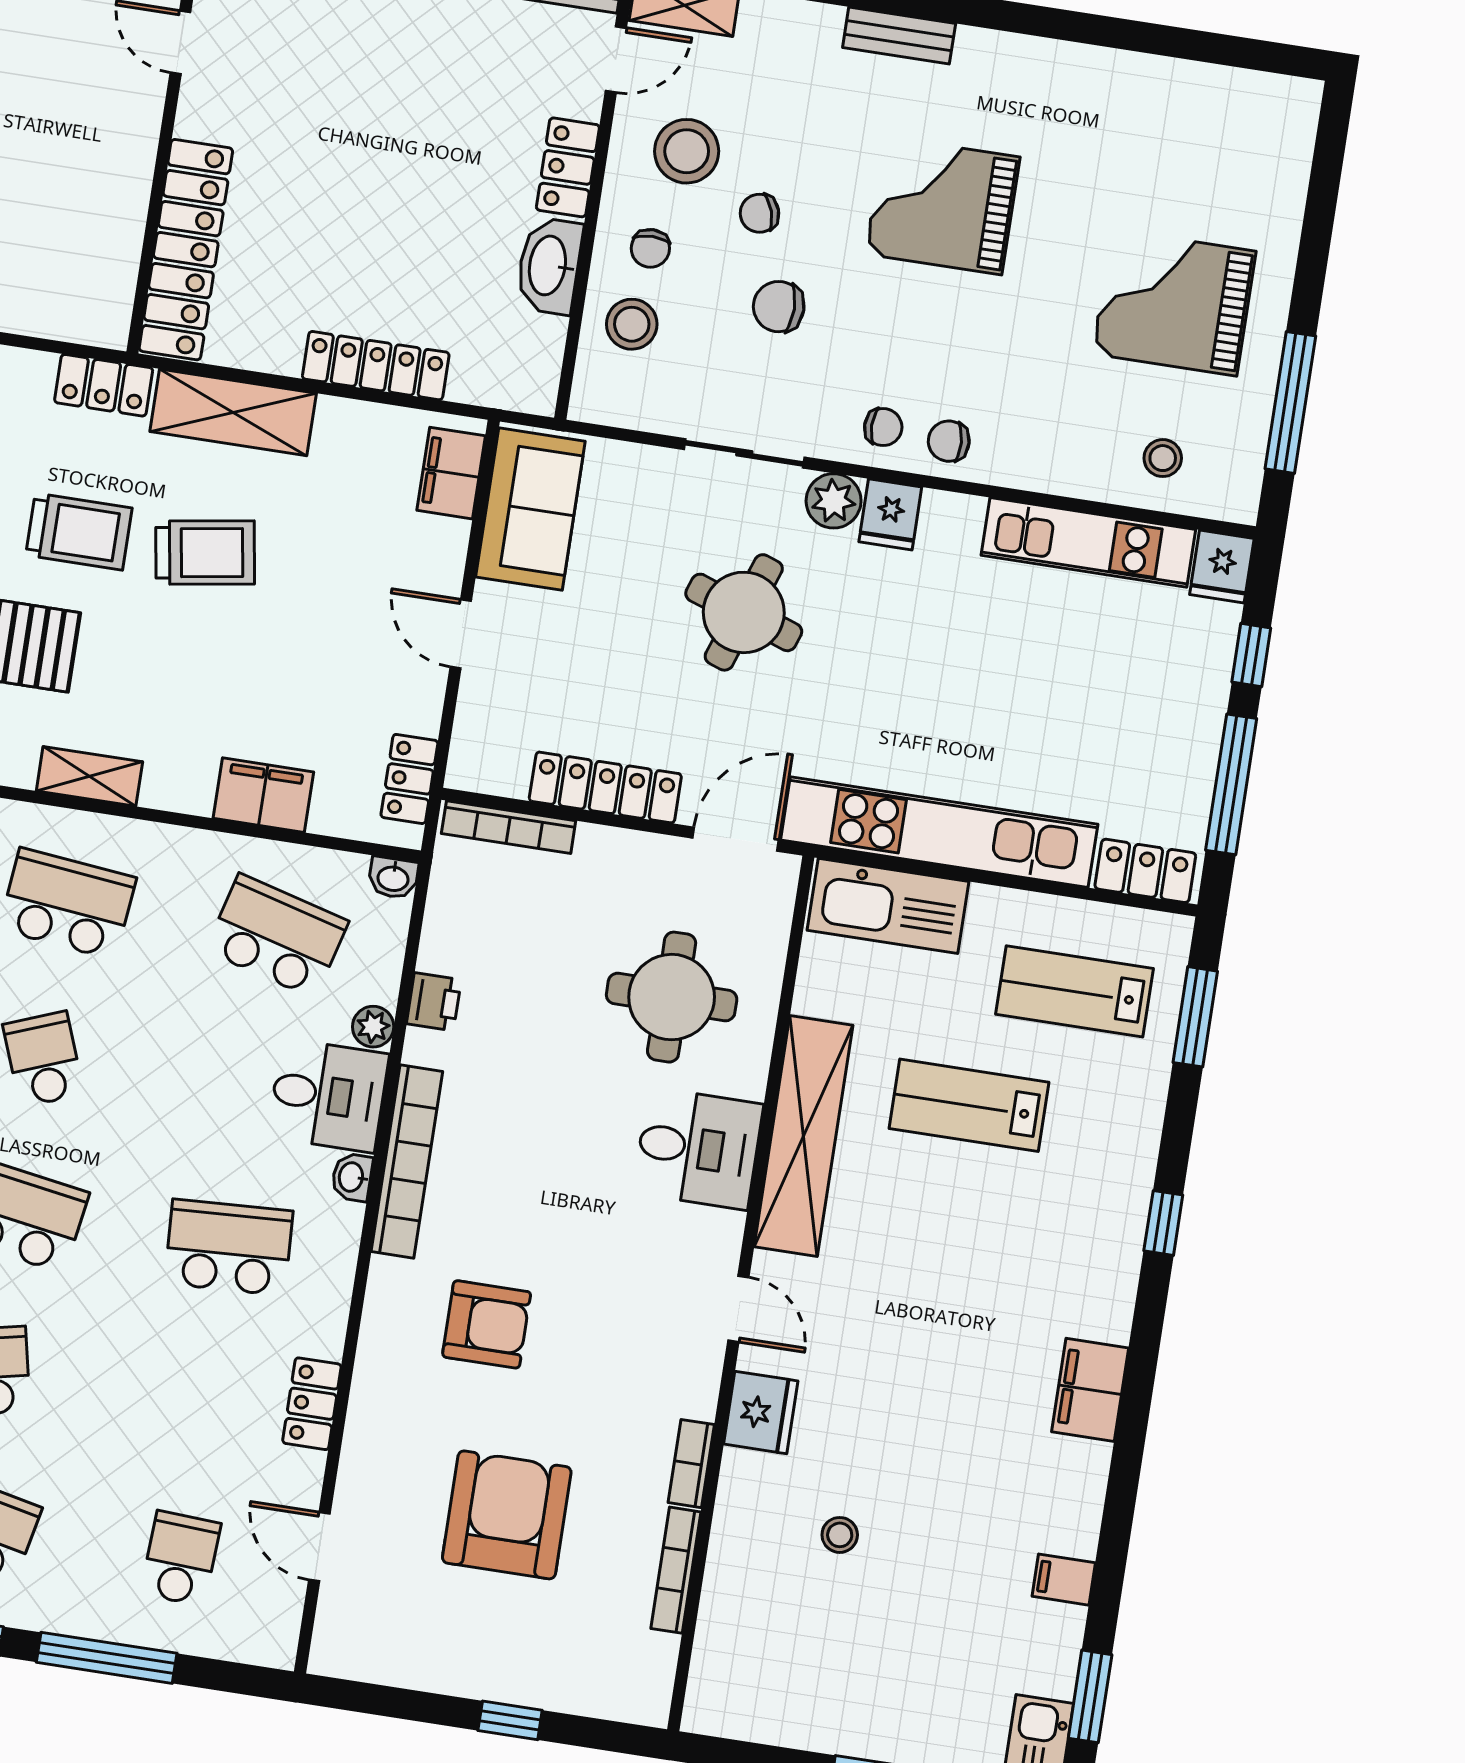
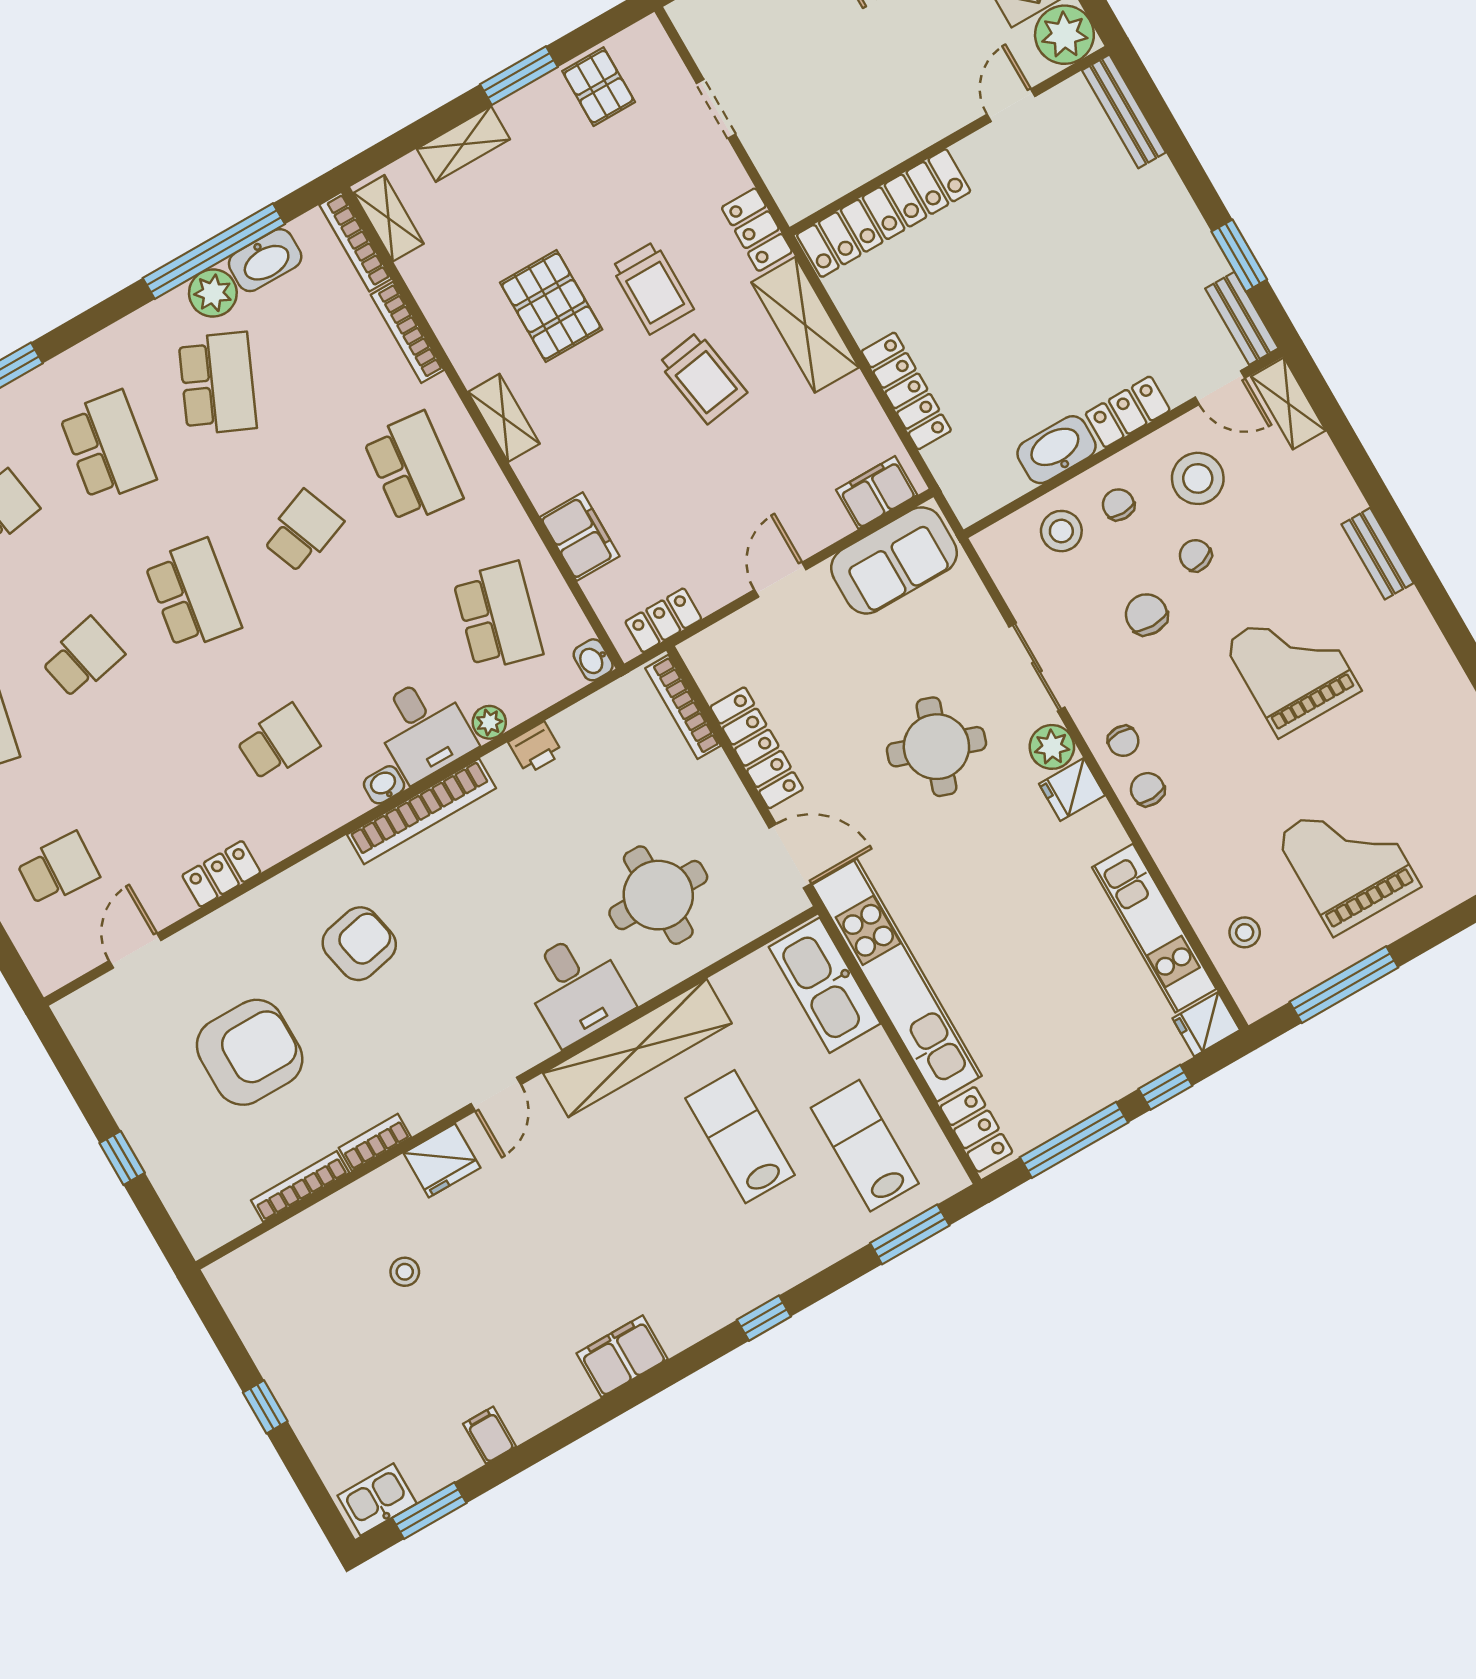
chair: (650, 248) -> (1118, 505), turned 90
school desk: (229, 1247) -> (278, 743), width x0.54
armchair: (487, 1324) -> (359, 944), turned -102

